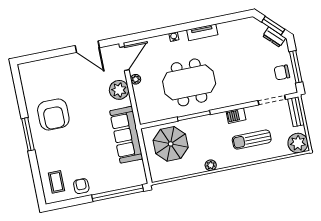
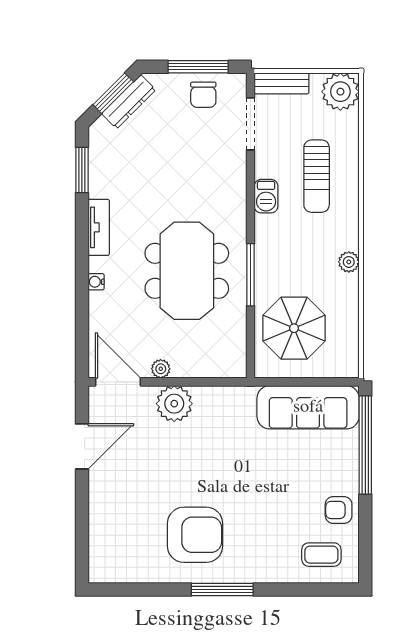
window: (230, 18) -> (82, 170), added
dresser: (274, 37) -> (129, 102), width x1.44
sofa: (126, 135) -> (308, 407), moved

